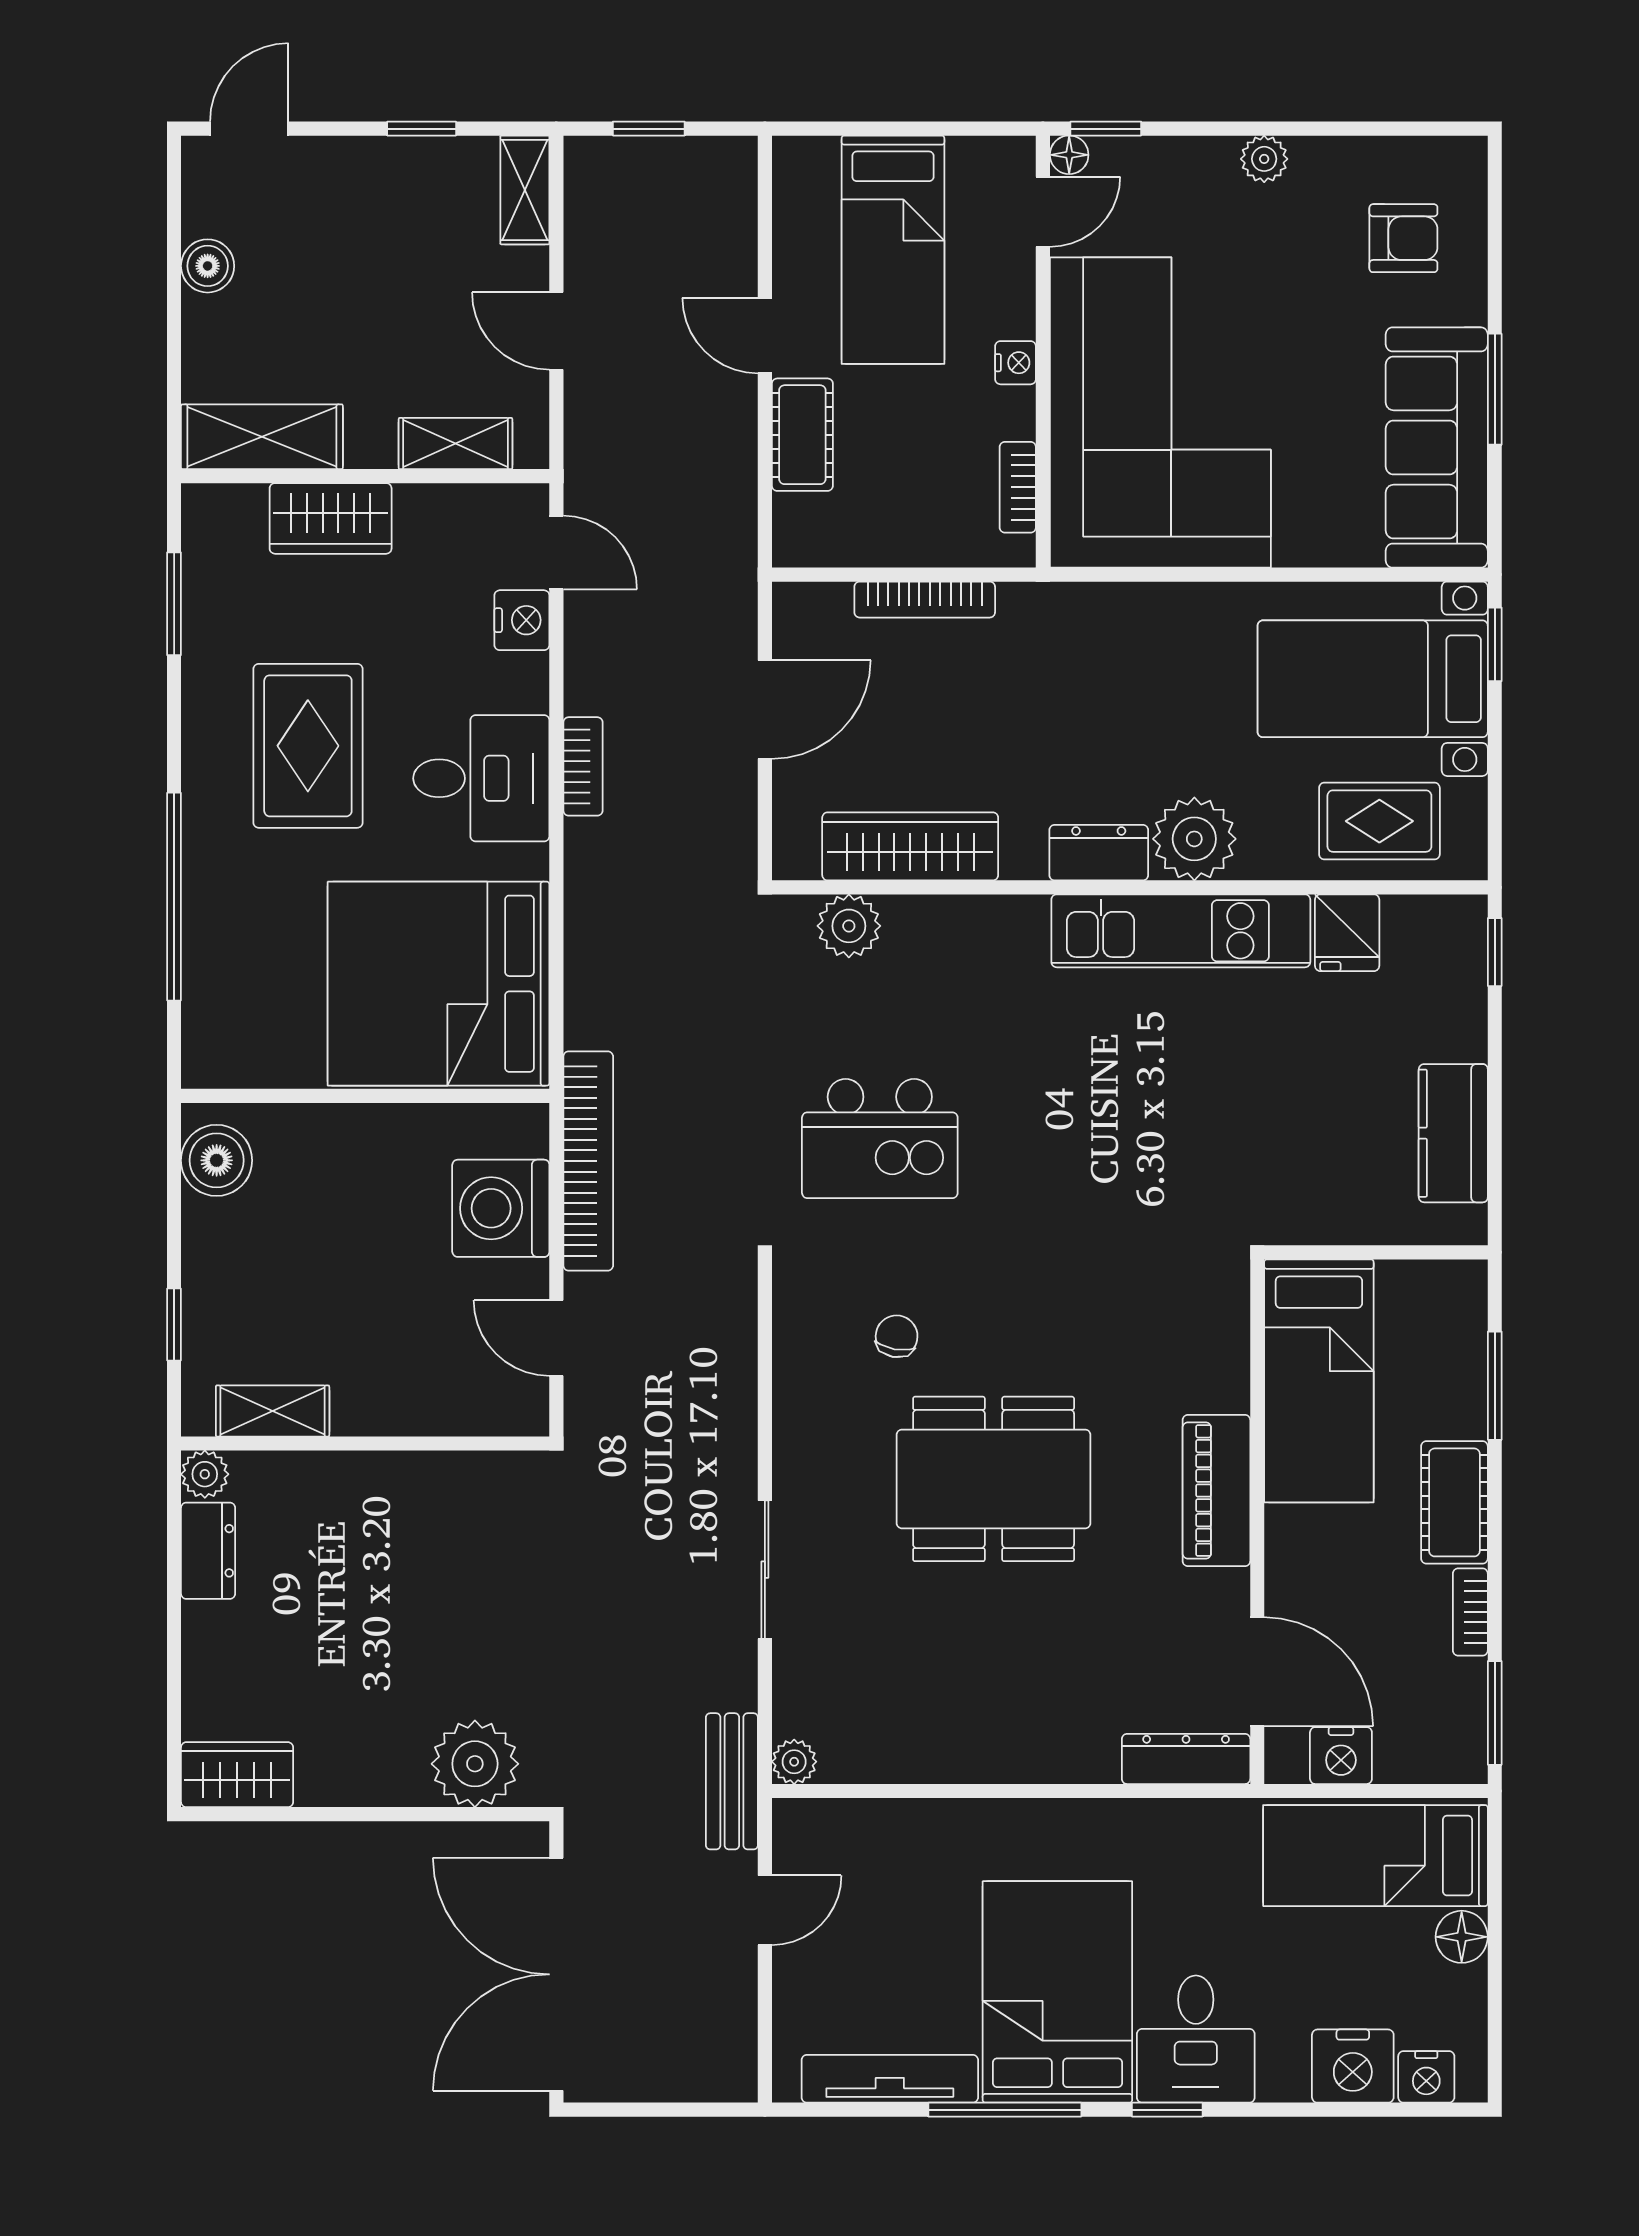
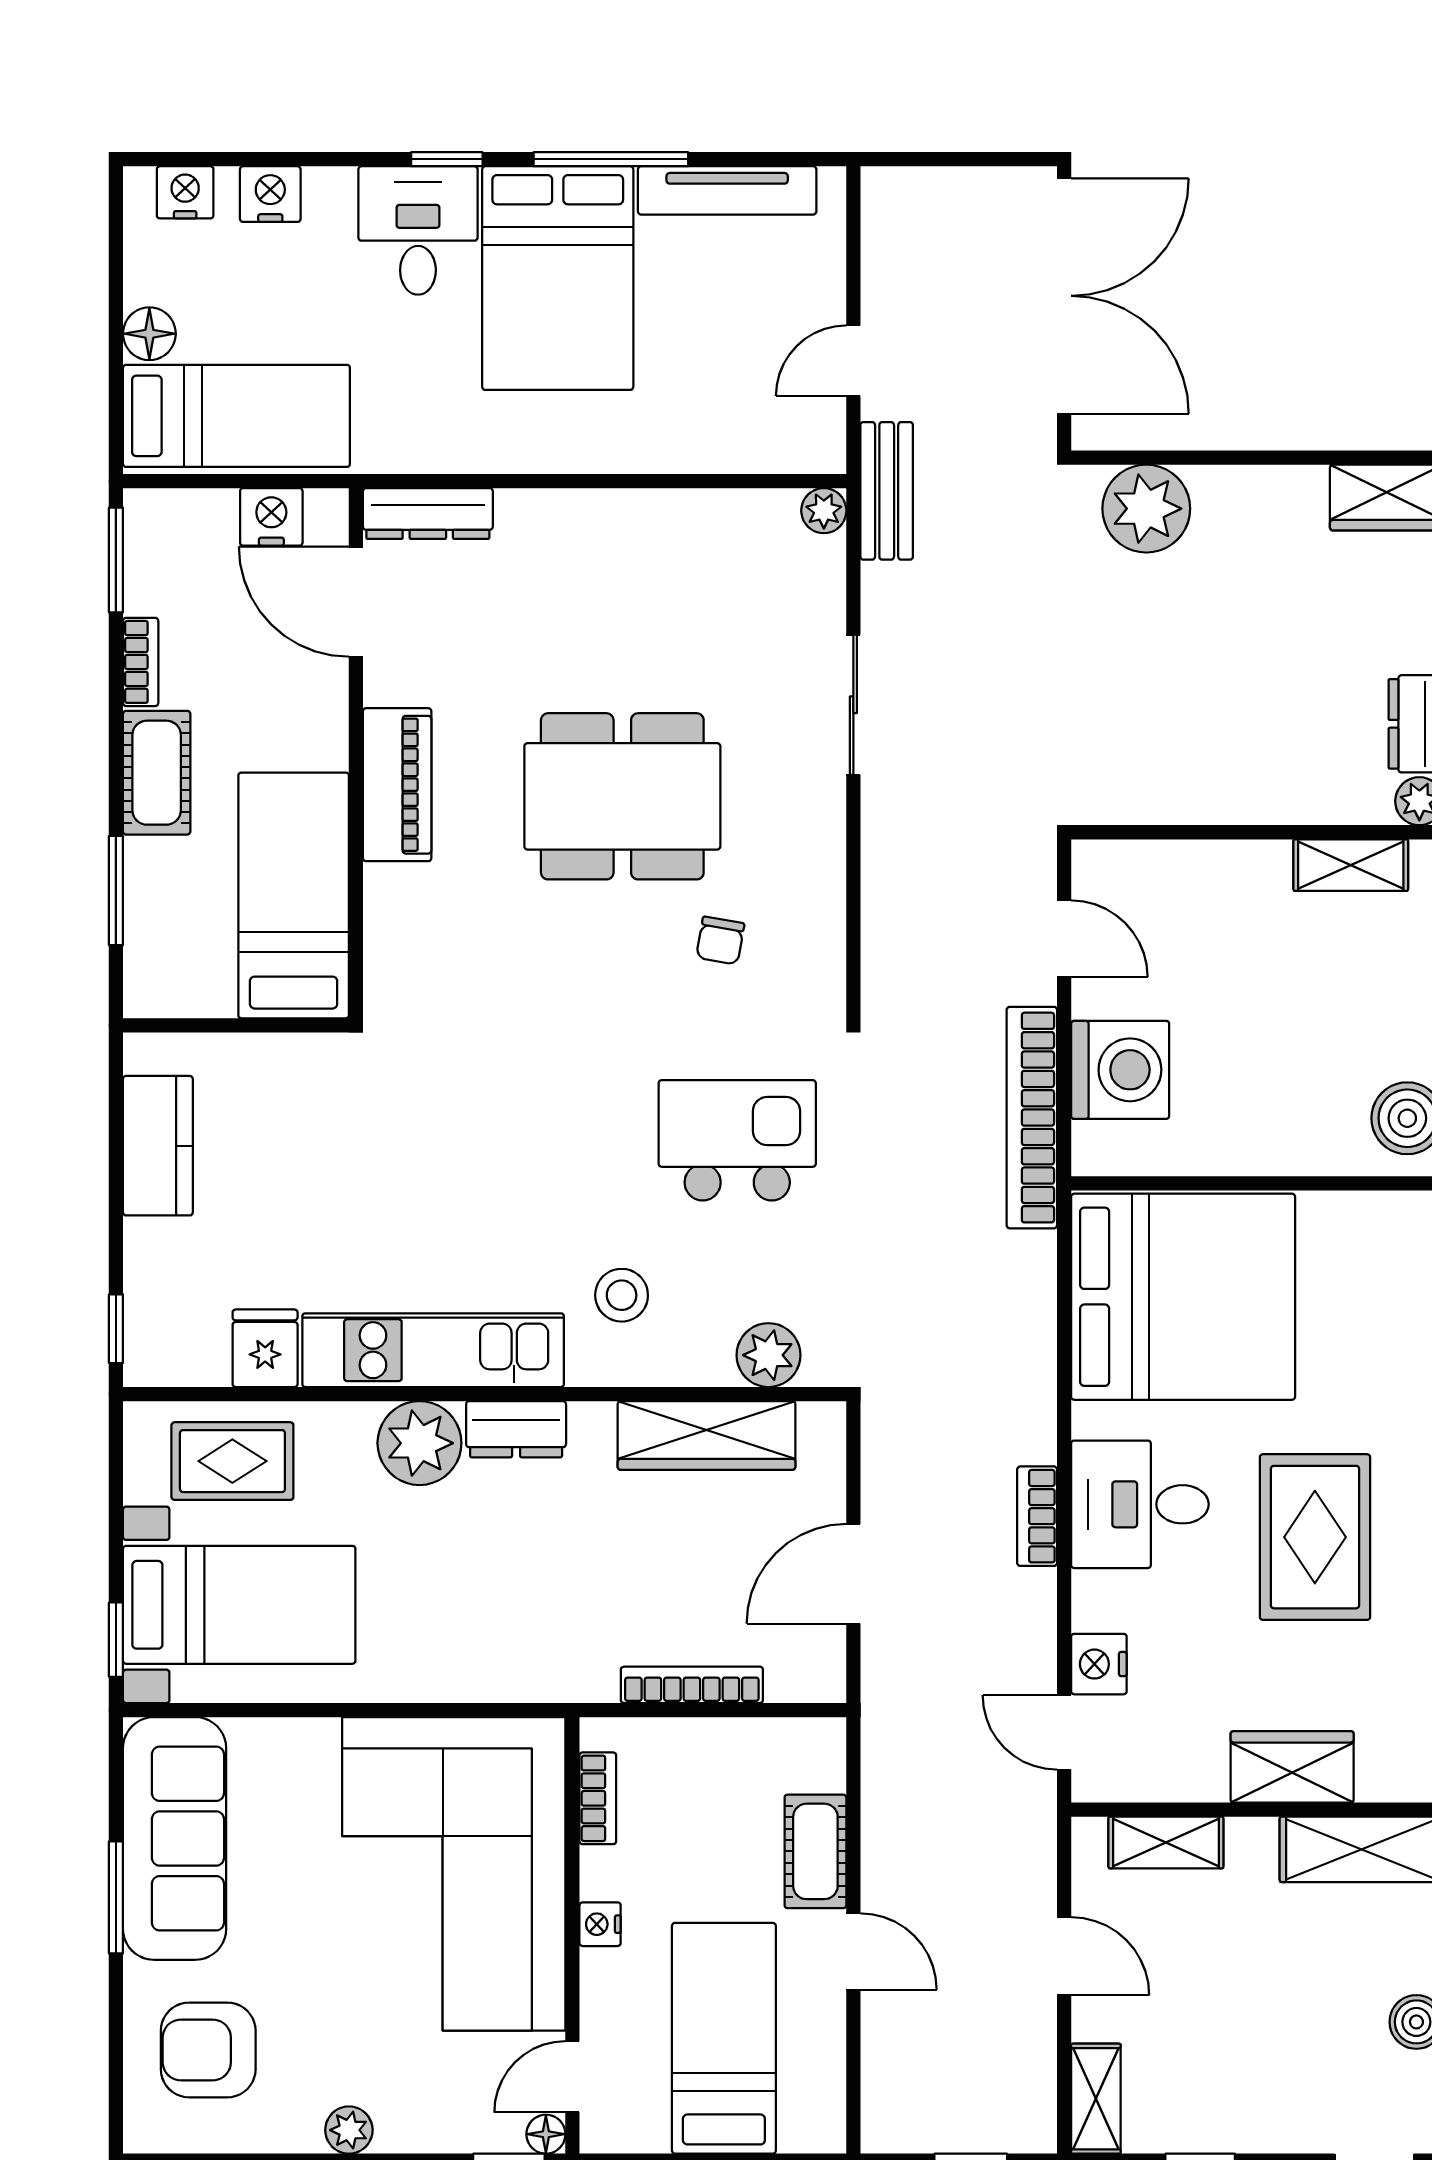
armchair: (1403, 238) -> (208, 2050), width x1.38, depth x1.38
stool: (994, 985) -> (622, 1295), added
nightstand: (1353, 2066) -> (270, 194), width x0.74, depth x0.75

